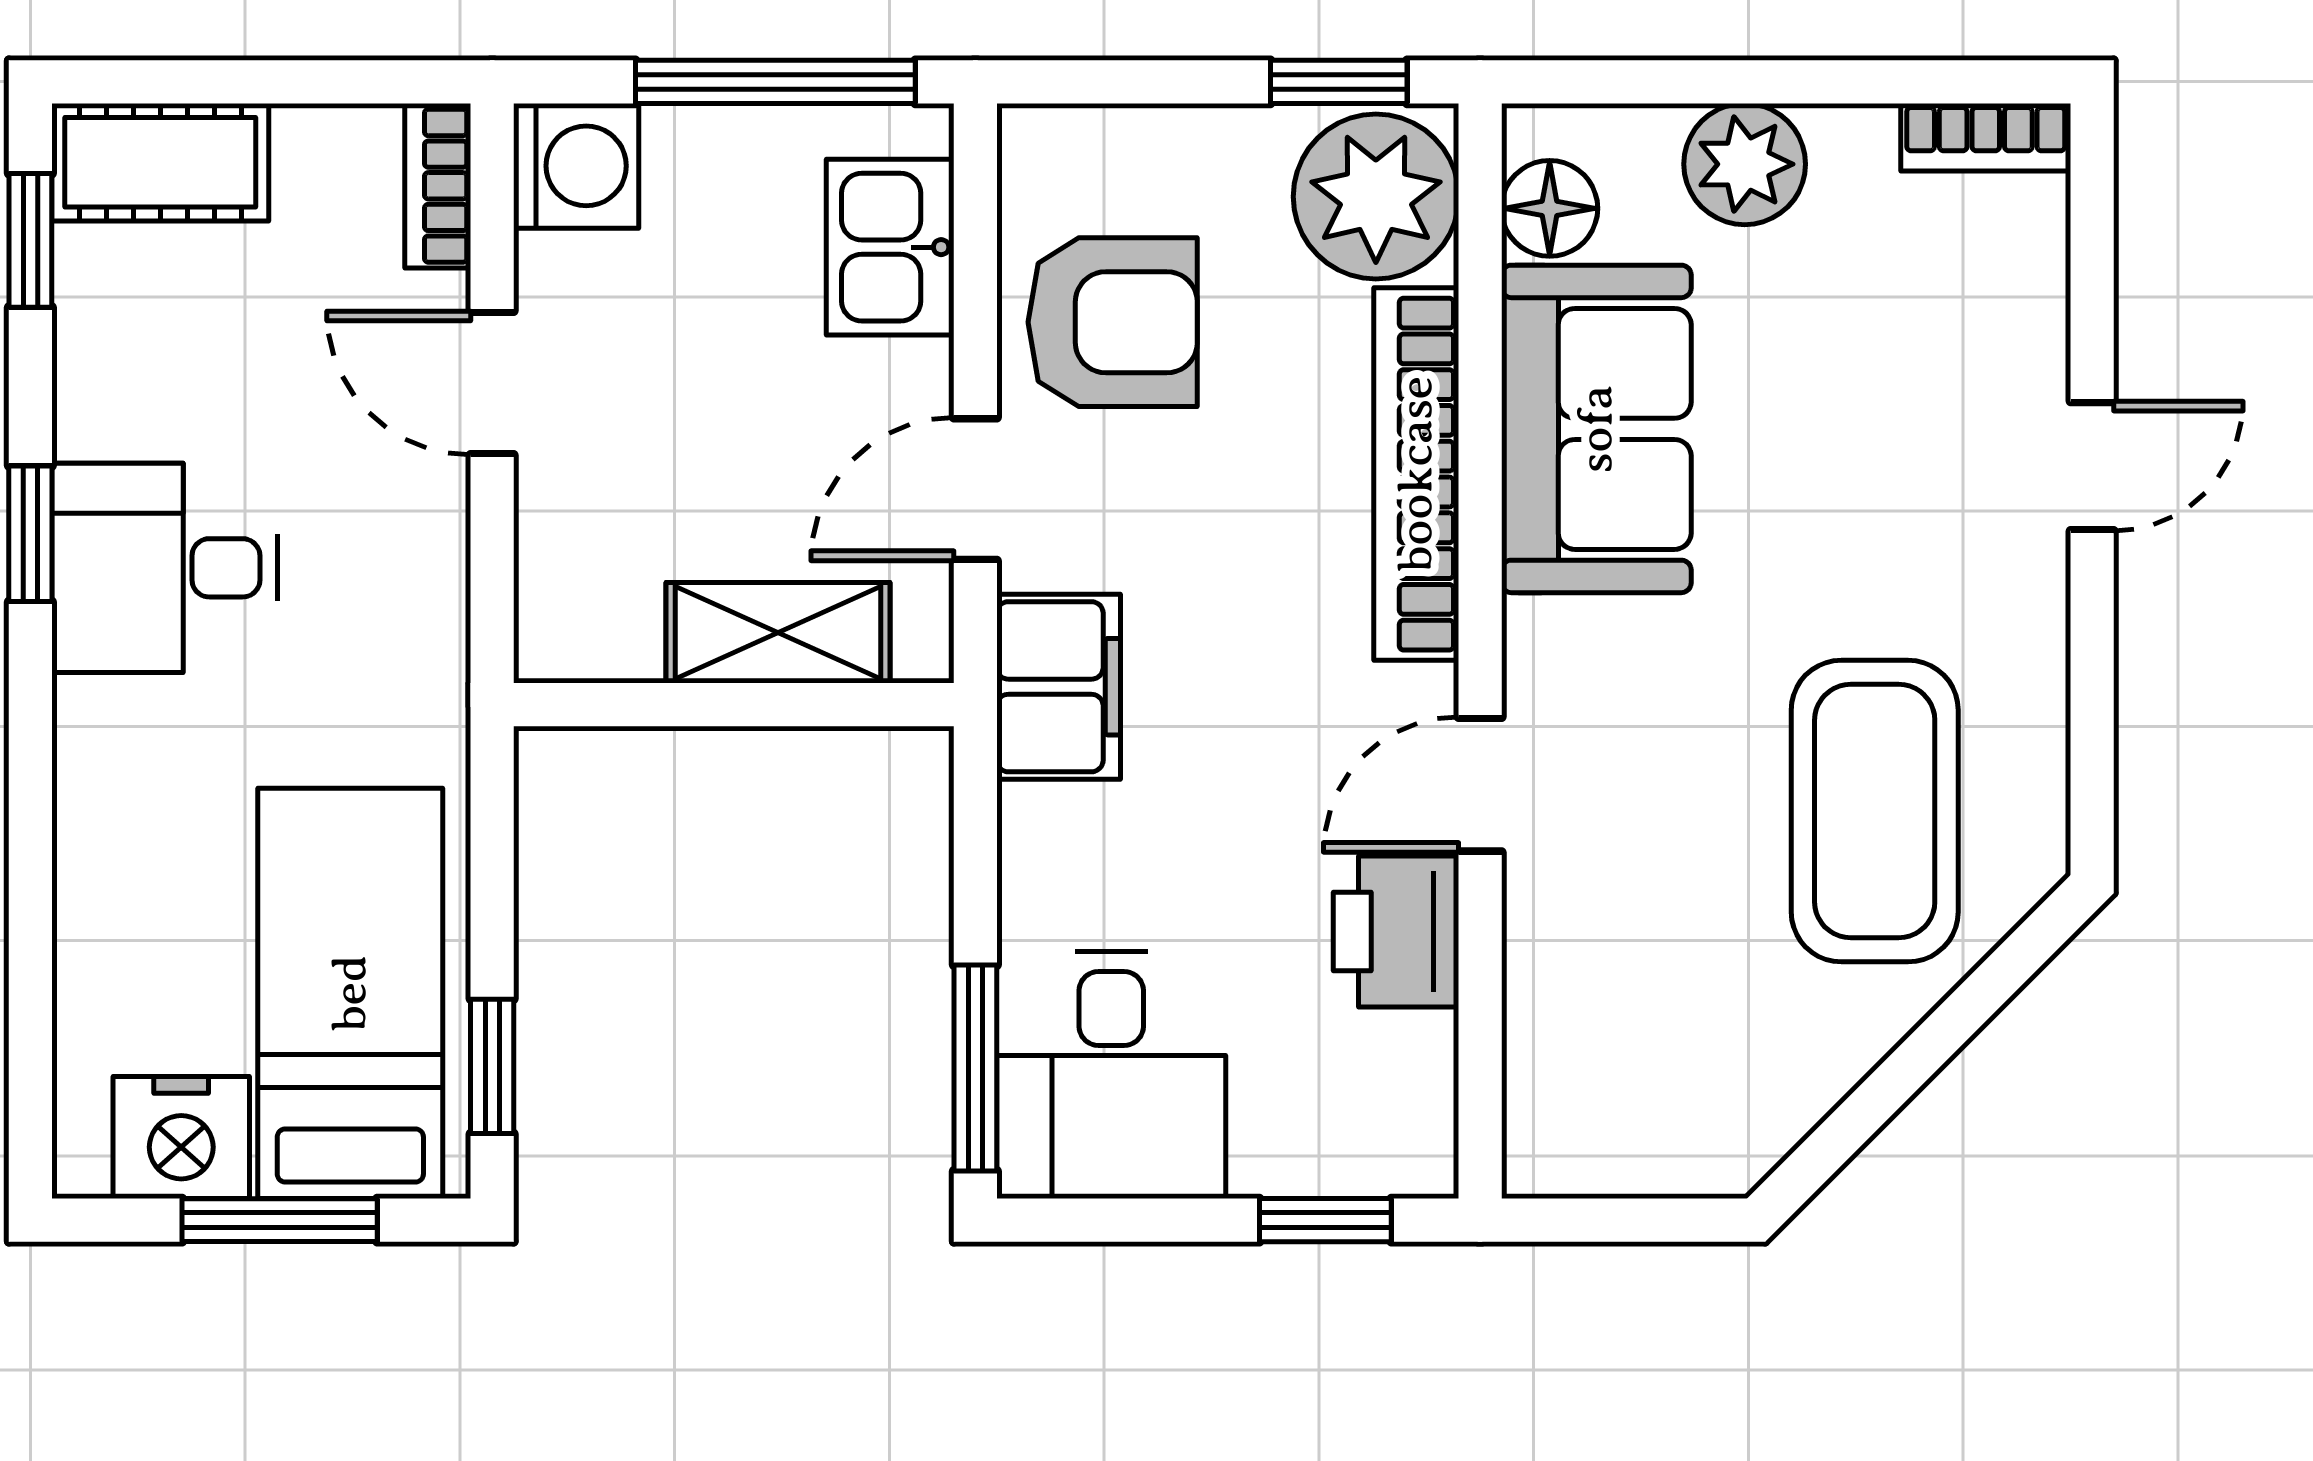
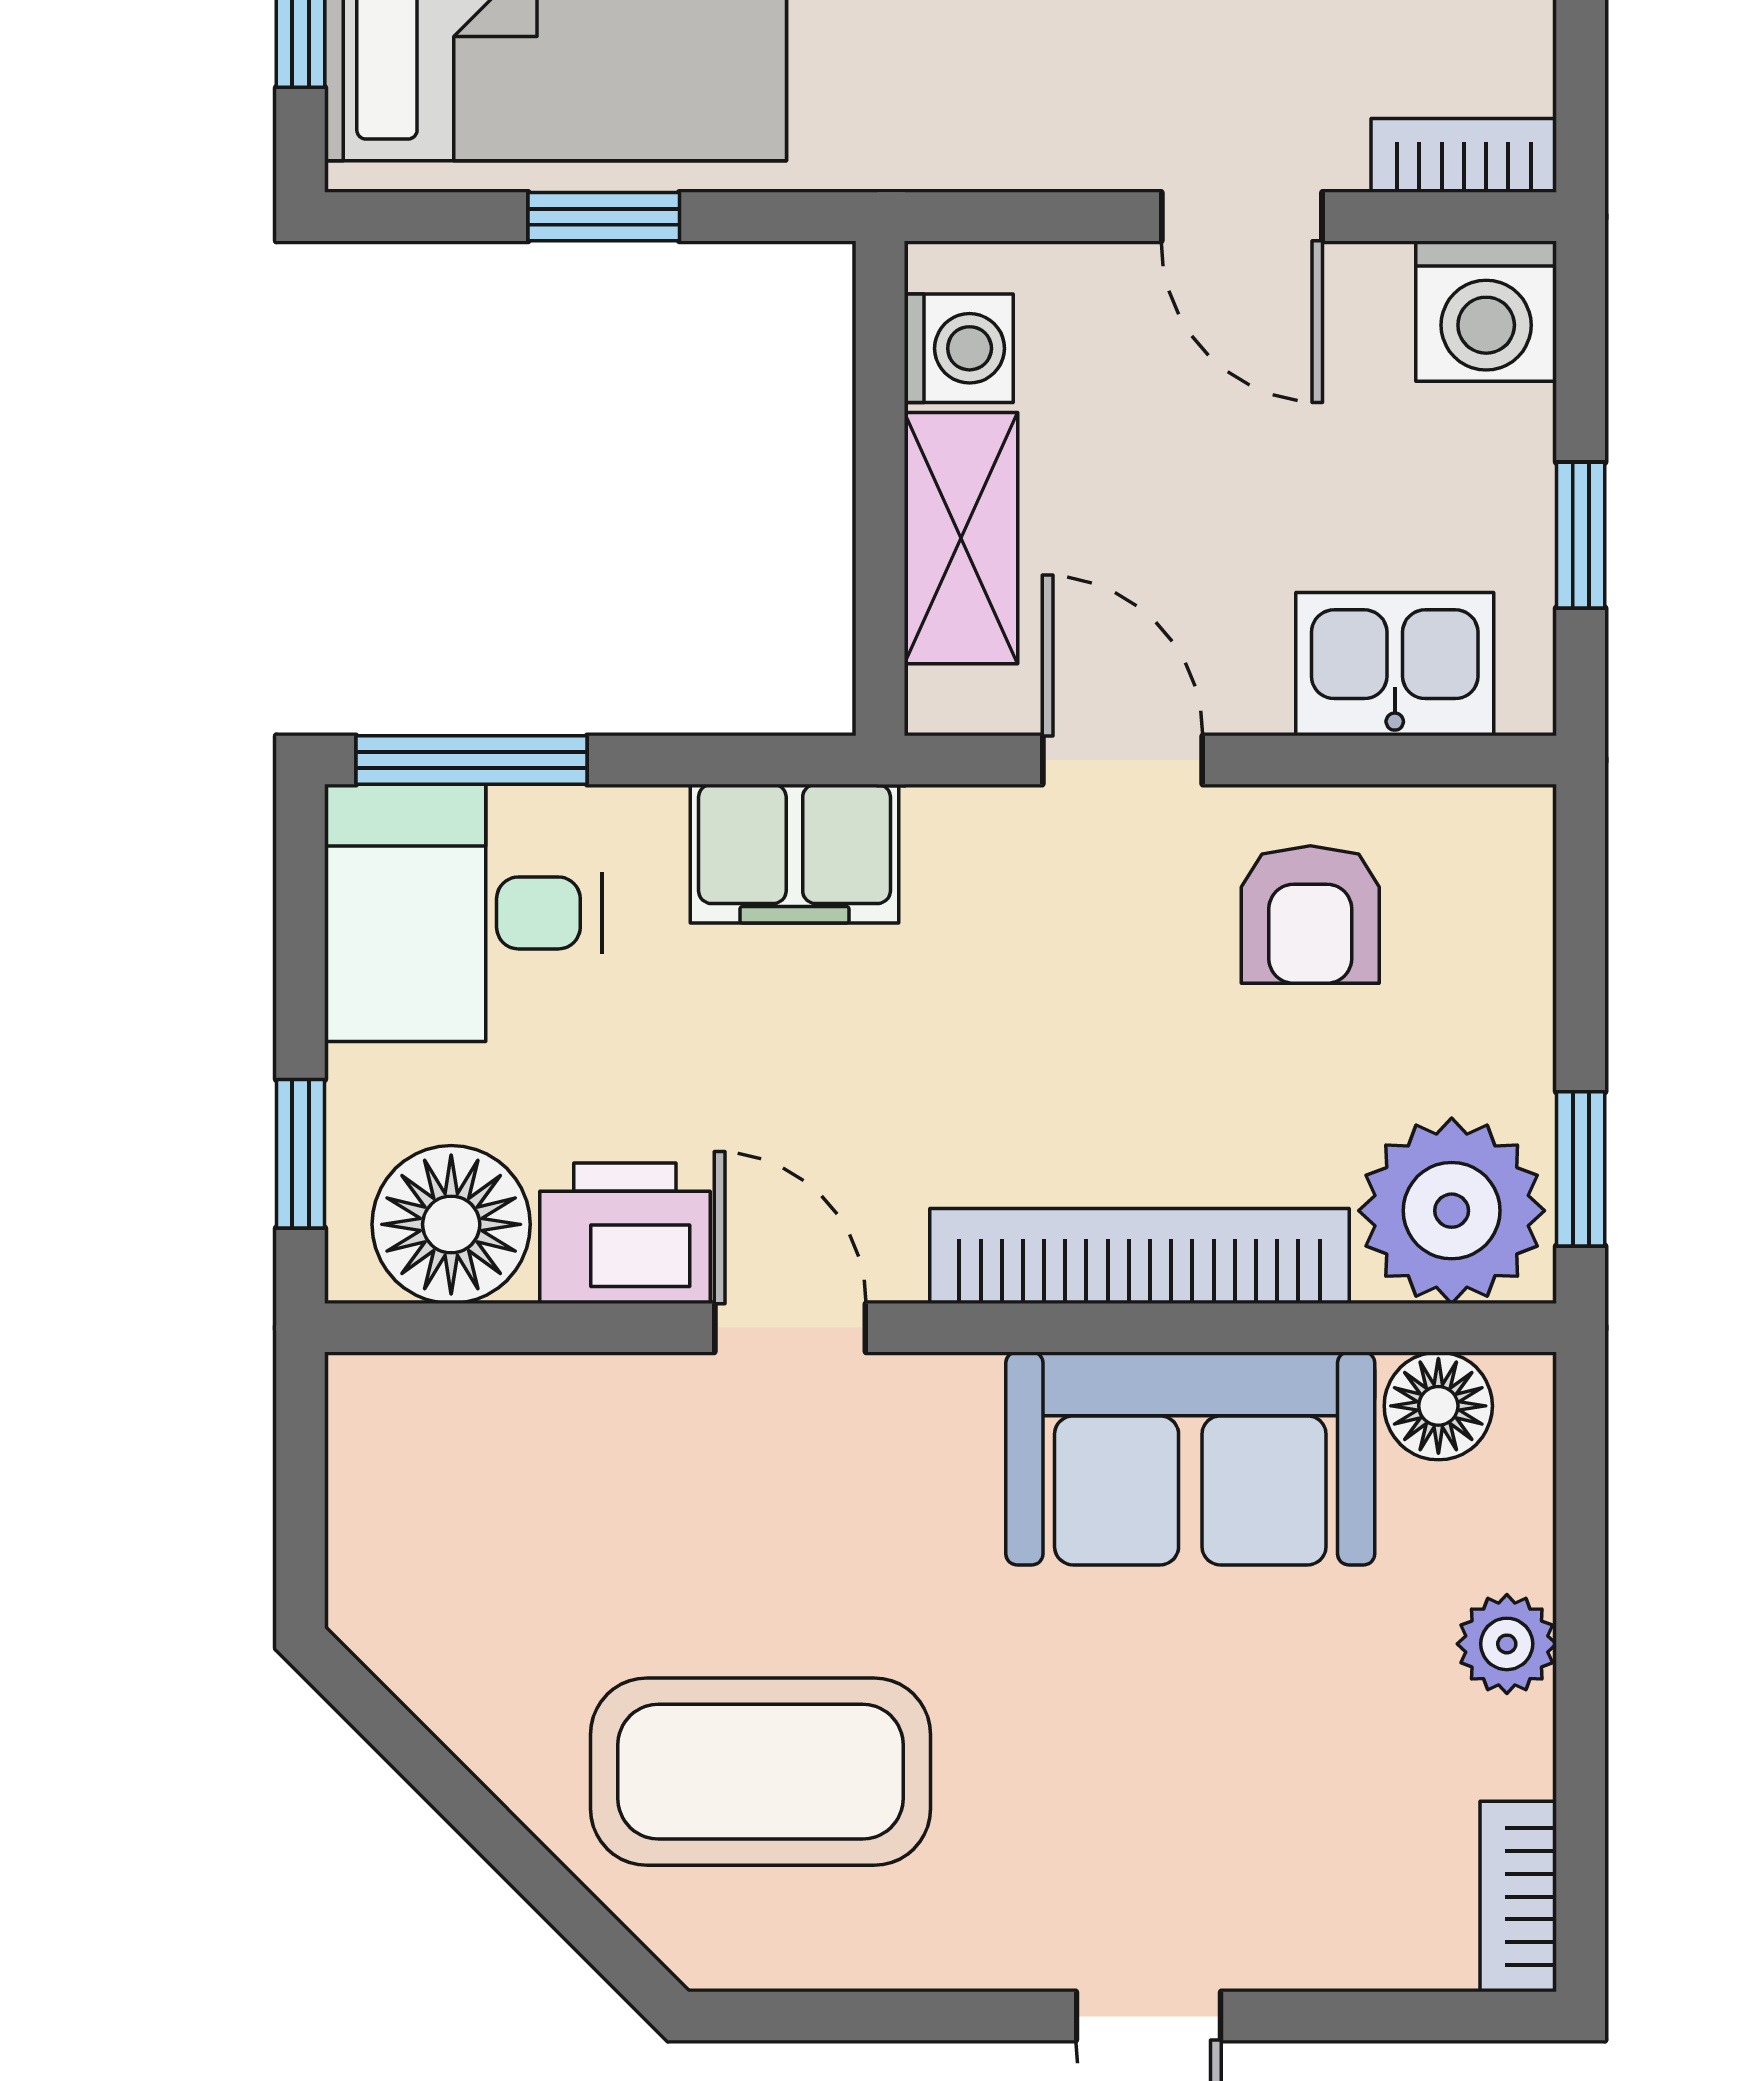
window: (775, 82) -> (1581, 535), width x0.46
plant: (1745, 164) -> (1507, 1644), width x0.73, depth x0.73
armchair: (1113, 322) -> (1310, 914), width x0.72, depth x0.72
door: (492, 383) -> (1242, 217), swing flipped
washing machine: (609, 635) -> (959, 348), added
filing cabinet: (1059, 687) -> (794, 854), moved
window: (492, 1066) -> (604, 217), moved
floor lamp: (1388, 1086) -> (451, 1224), added

